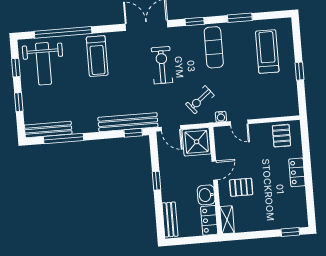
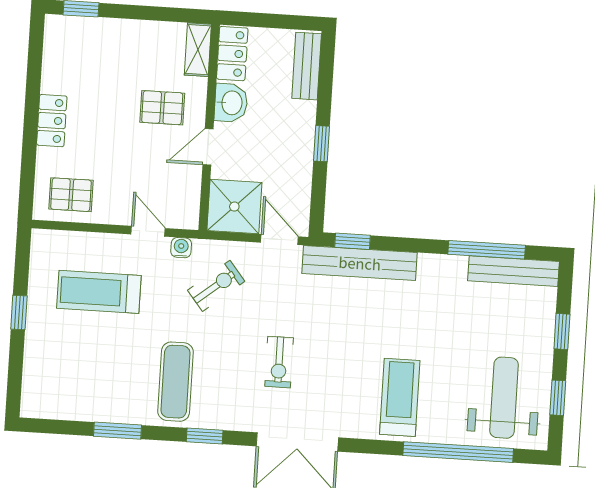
treadmill: (267, 51) -> (99, 292), moved, turned 90
exercise bike: (162, 65) -> (279, 362), width x0.73, depth x0.72
pallet: (281, 136) -> (71, 195), turned 90

